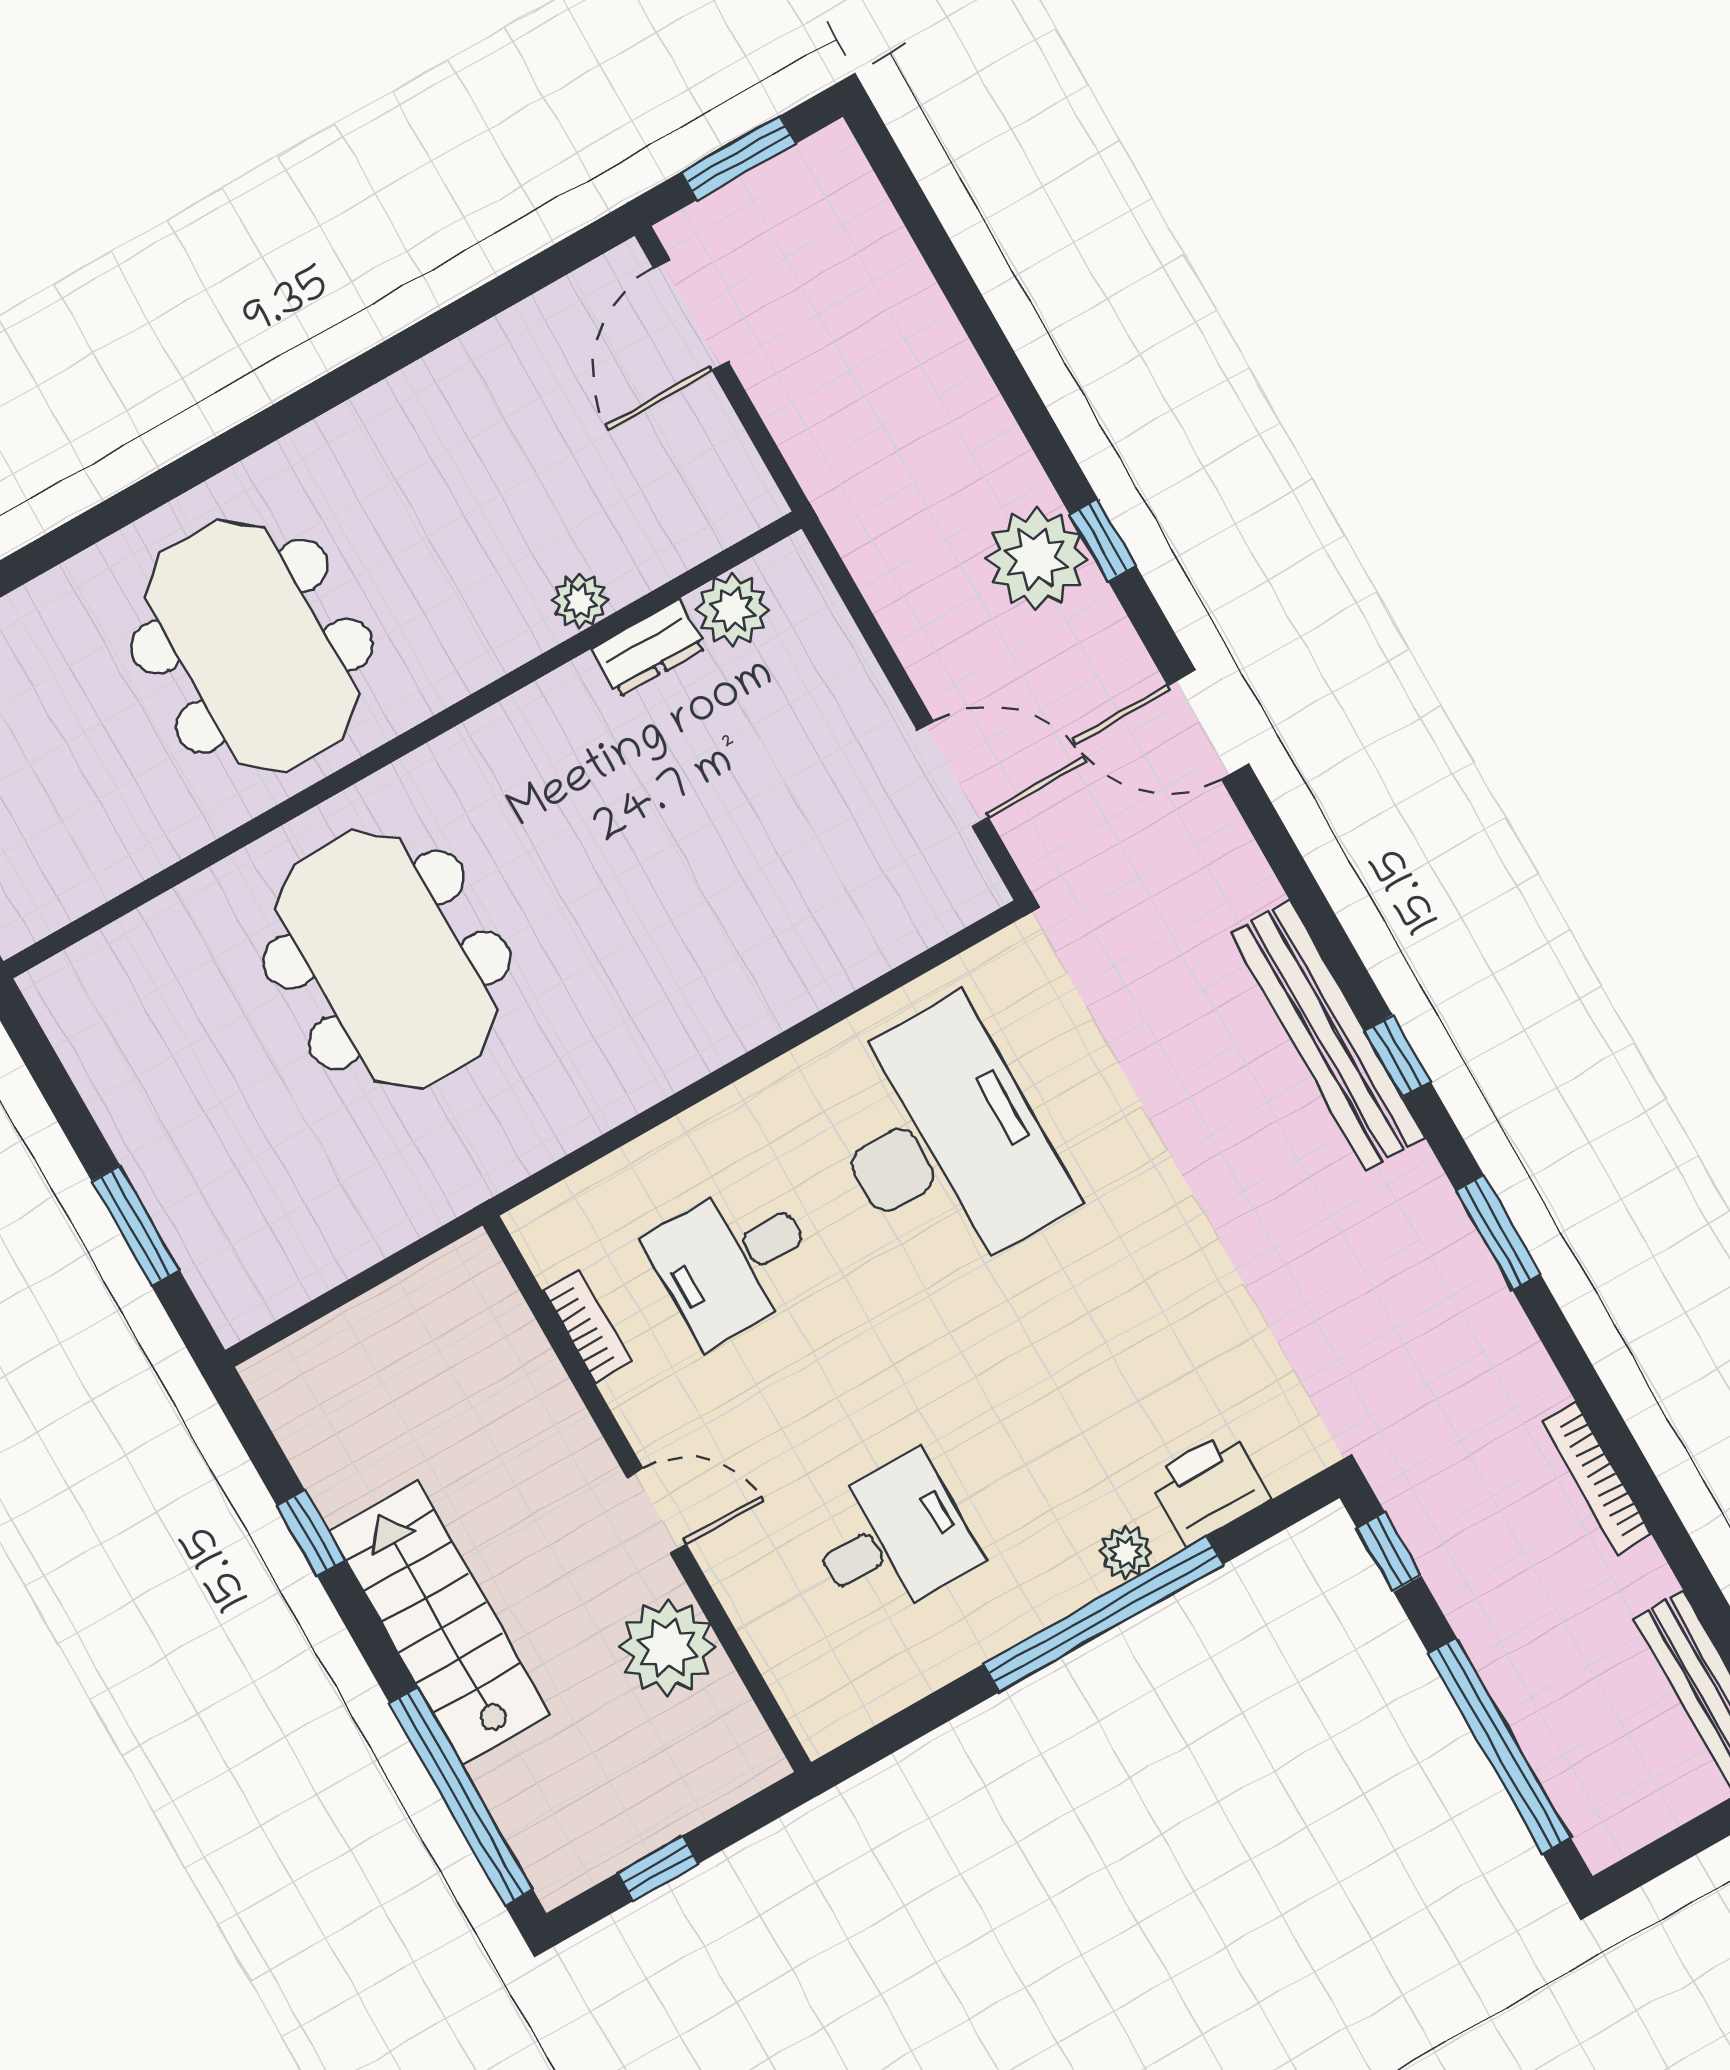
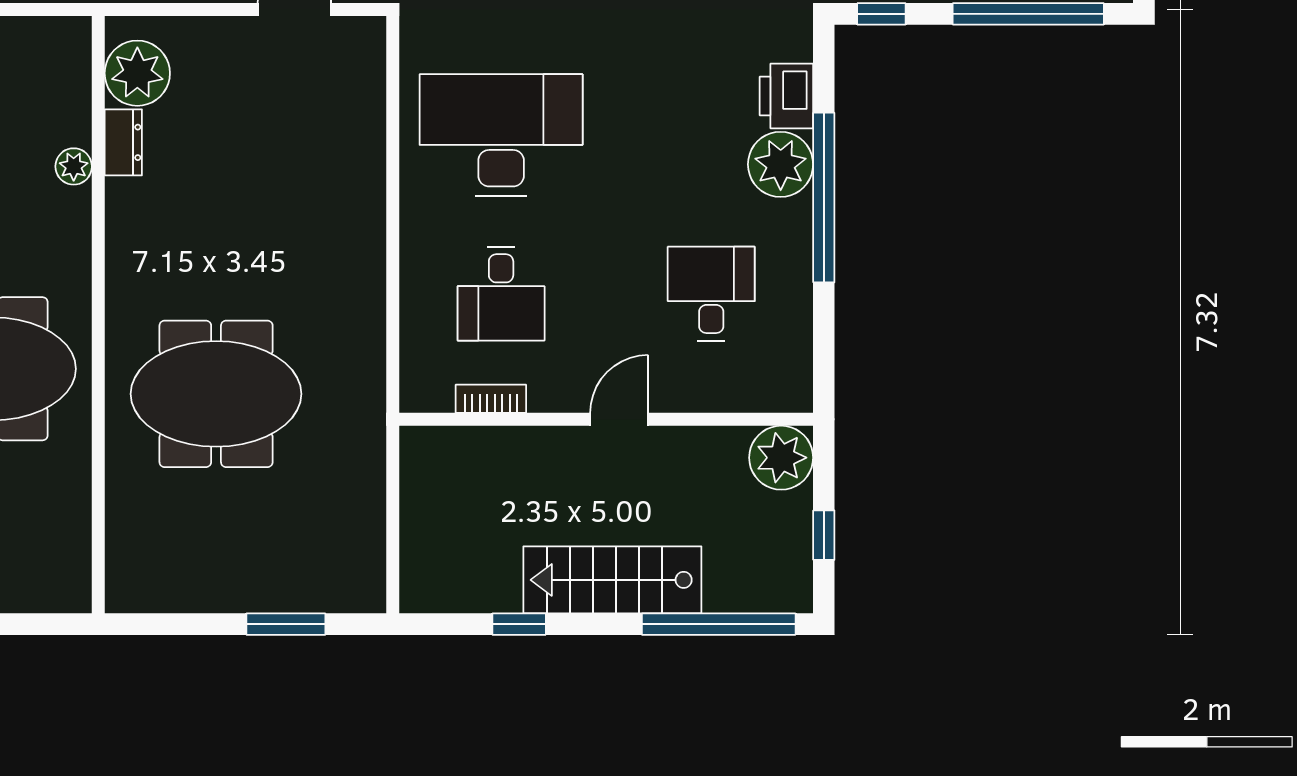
plant: (733, 610) -> (137, 73), width x1.36, depth x1.36
plant: (1126, 1552) -> (781, 164), width x1.88, depth x1.88
plant: (667, 1648) -> (781, 458), moved

